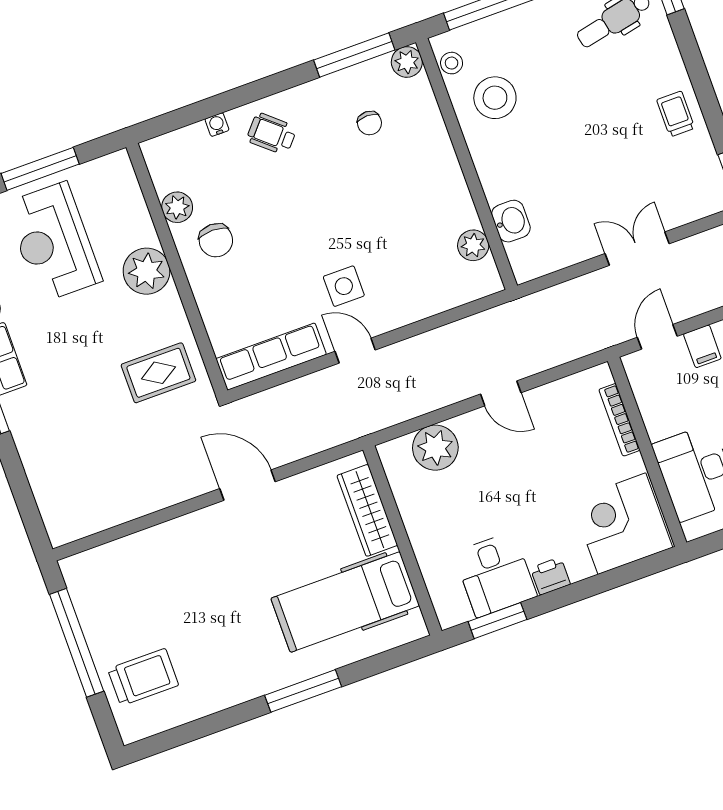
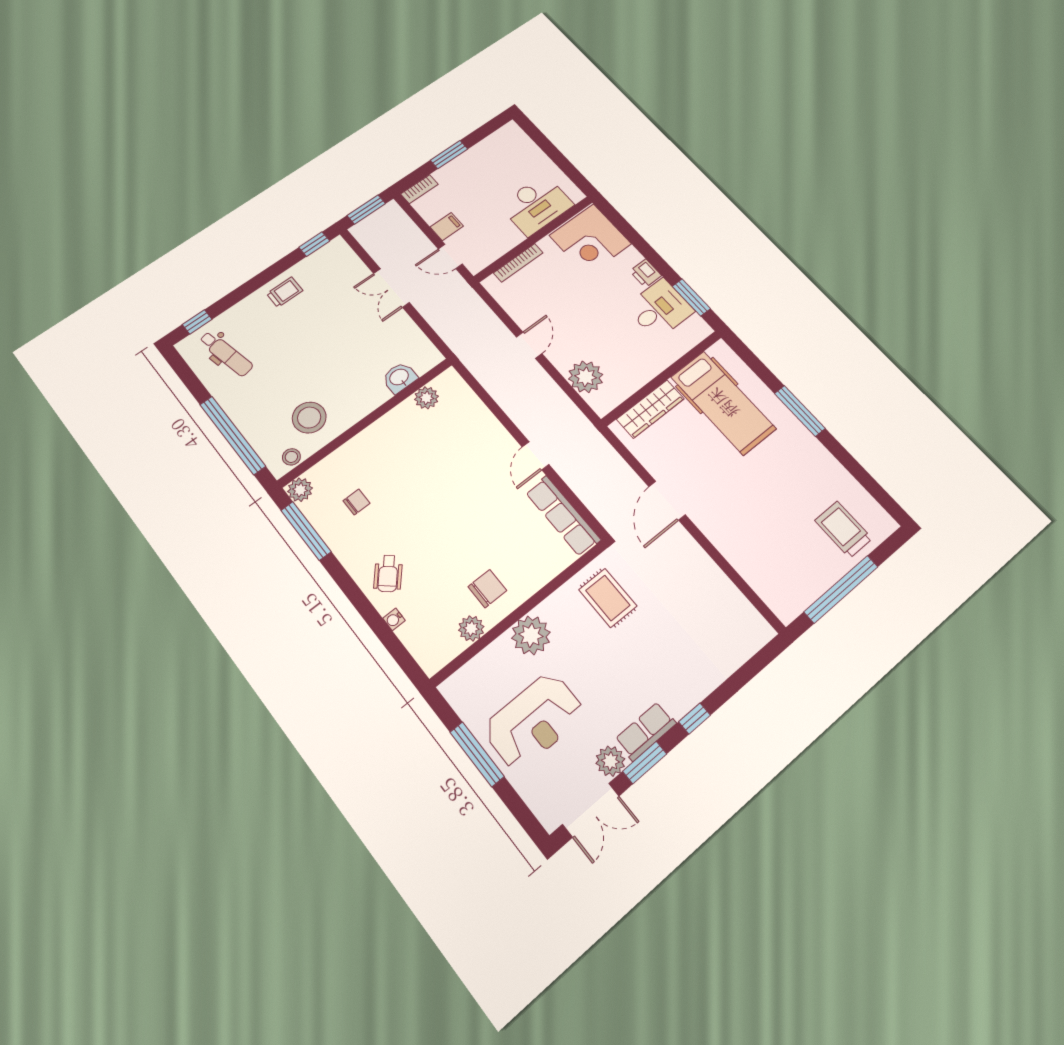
trolley: (676, 114) -> (285, 292), turned 180
side table: (344, 286) -> (489, 480), removed

